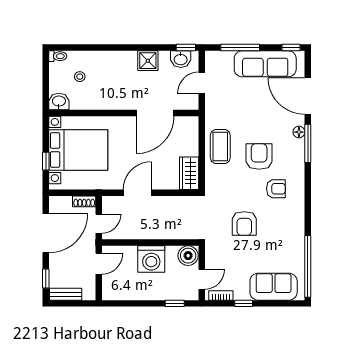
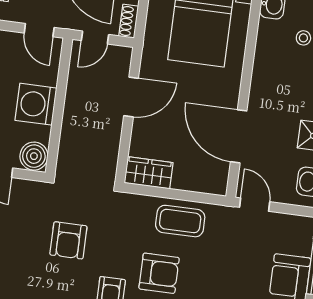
door: (202, 83) -> (255, 205), moved
door: (137, 193) -> (131, 97), hinge flipped
armchair: (244, 223) -> (68, 240), turned -90
door: (99, 224) -> (95, 38), hinge flipped

